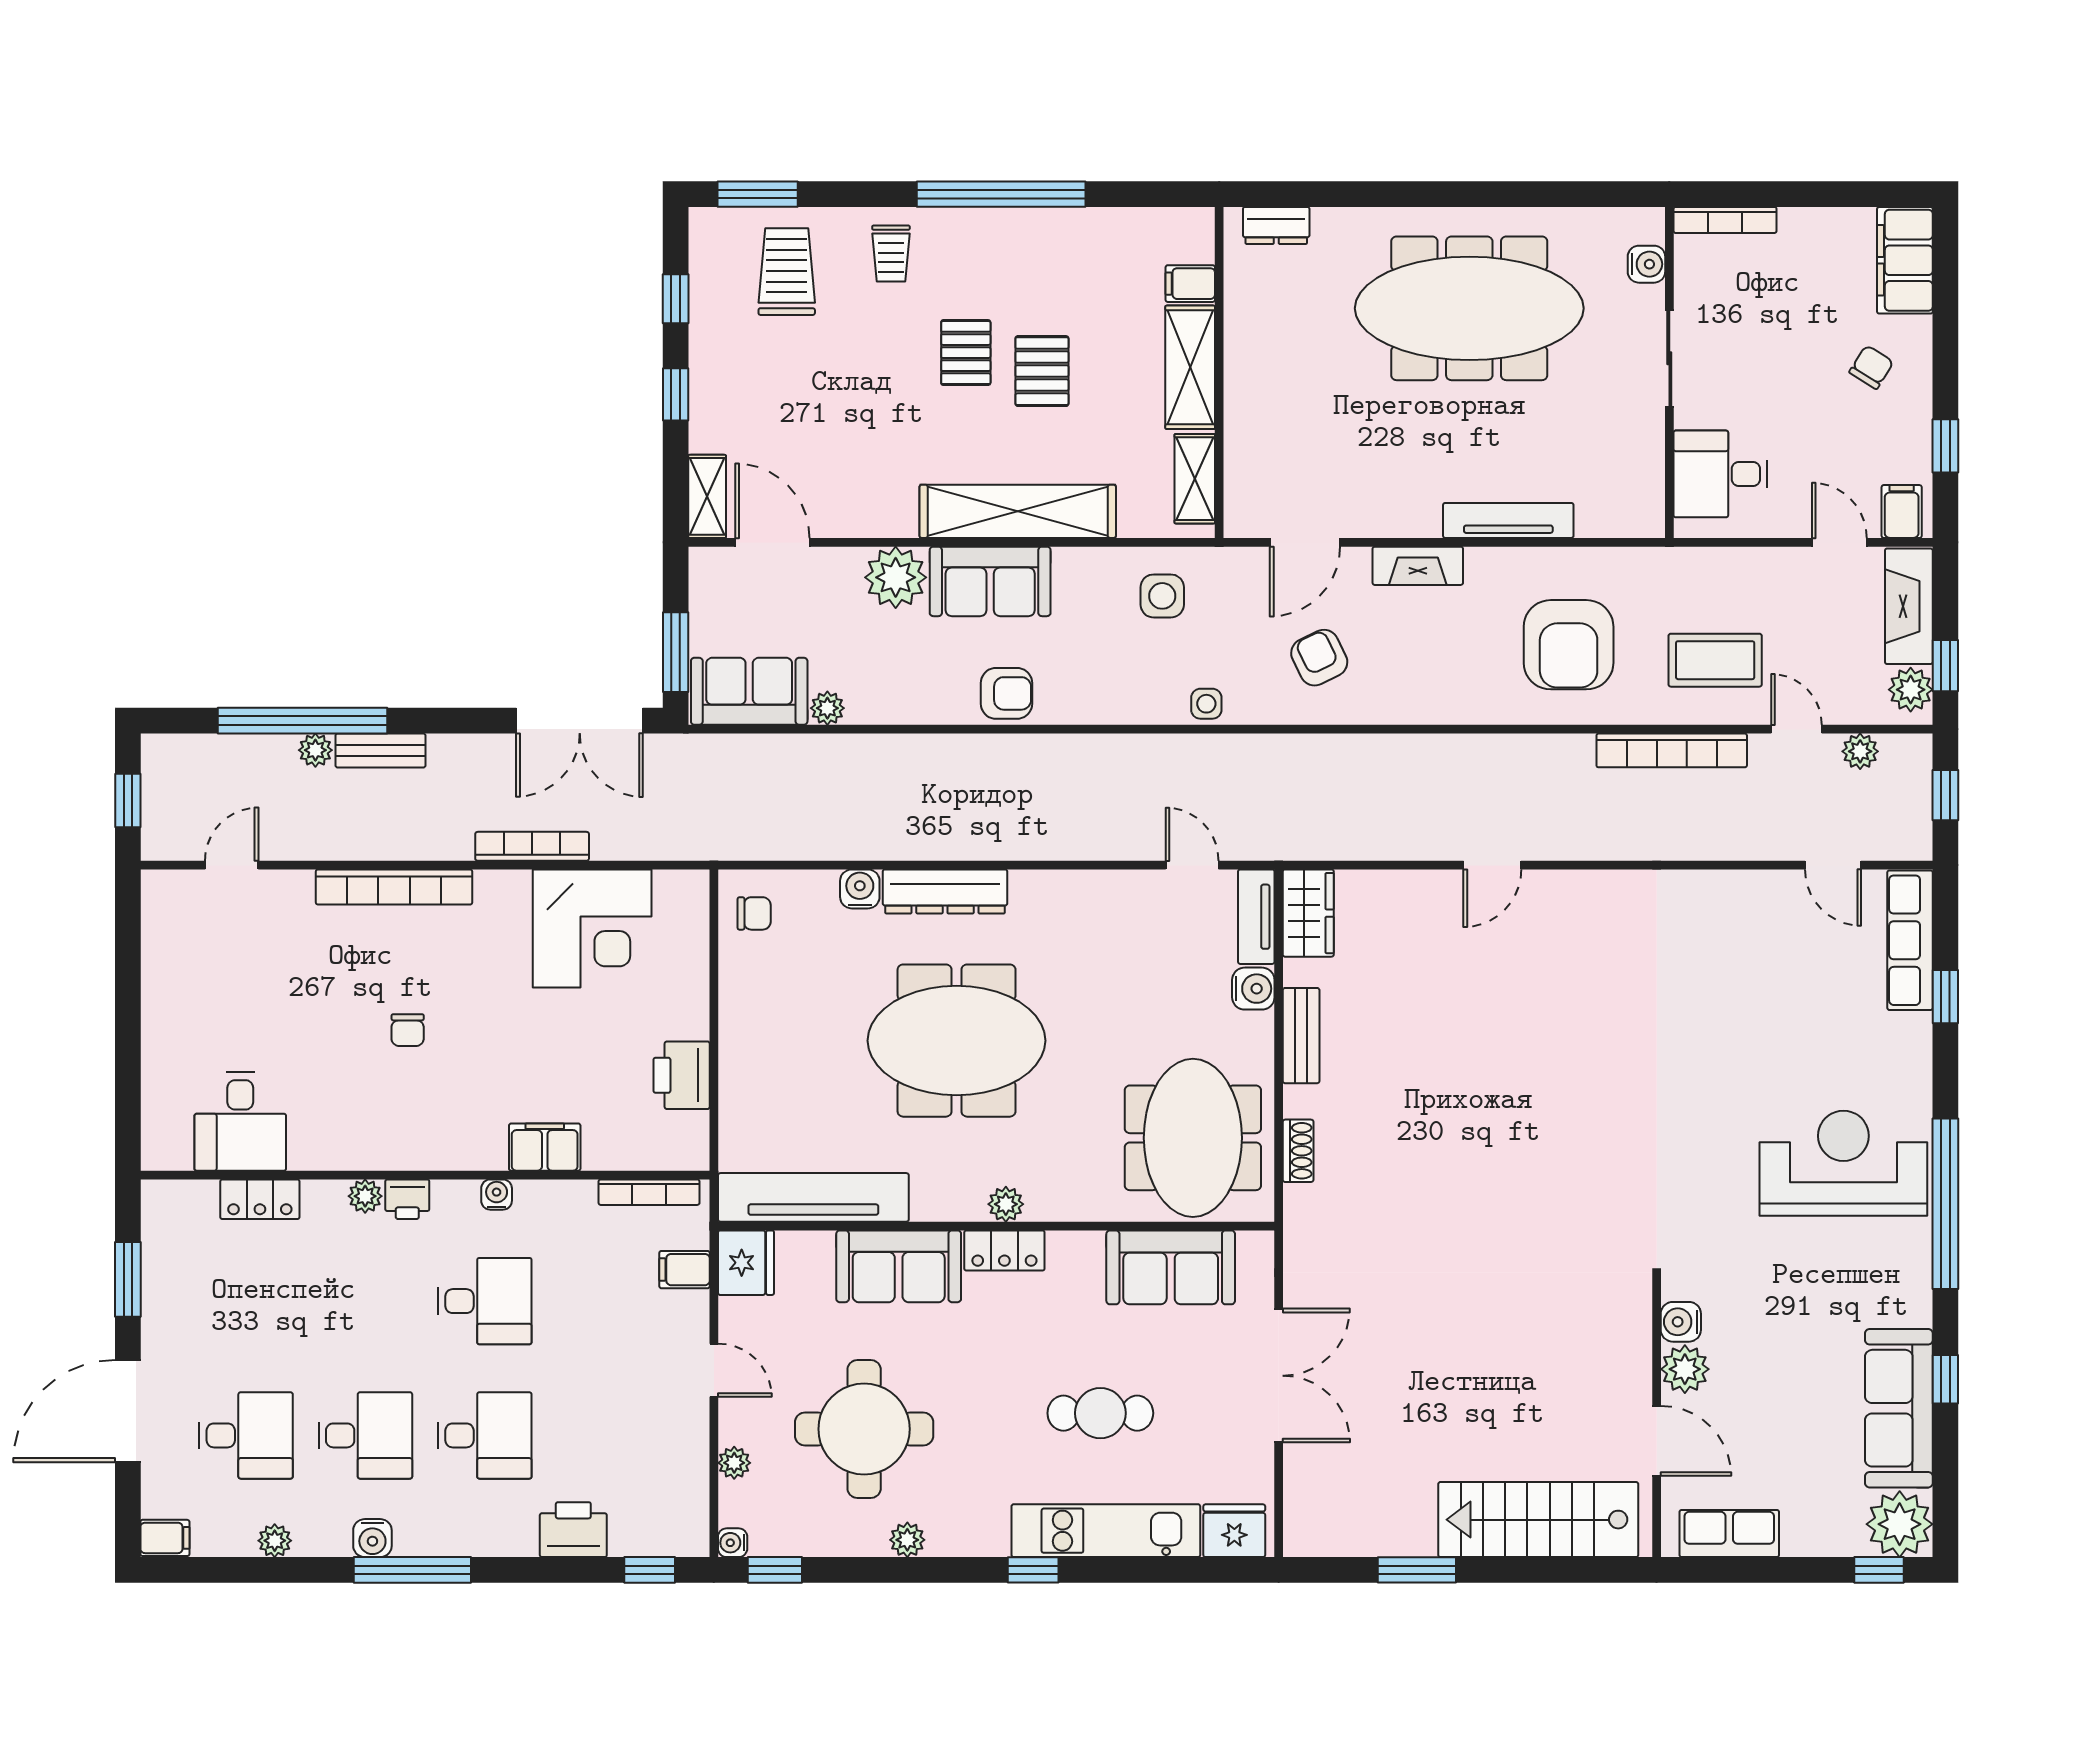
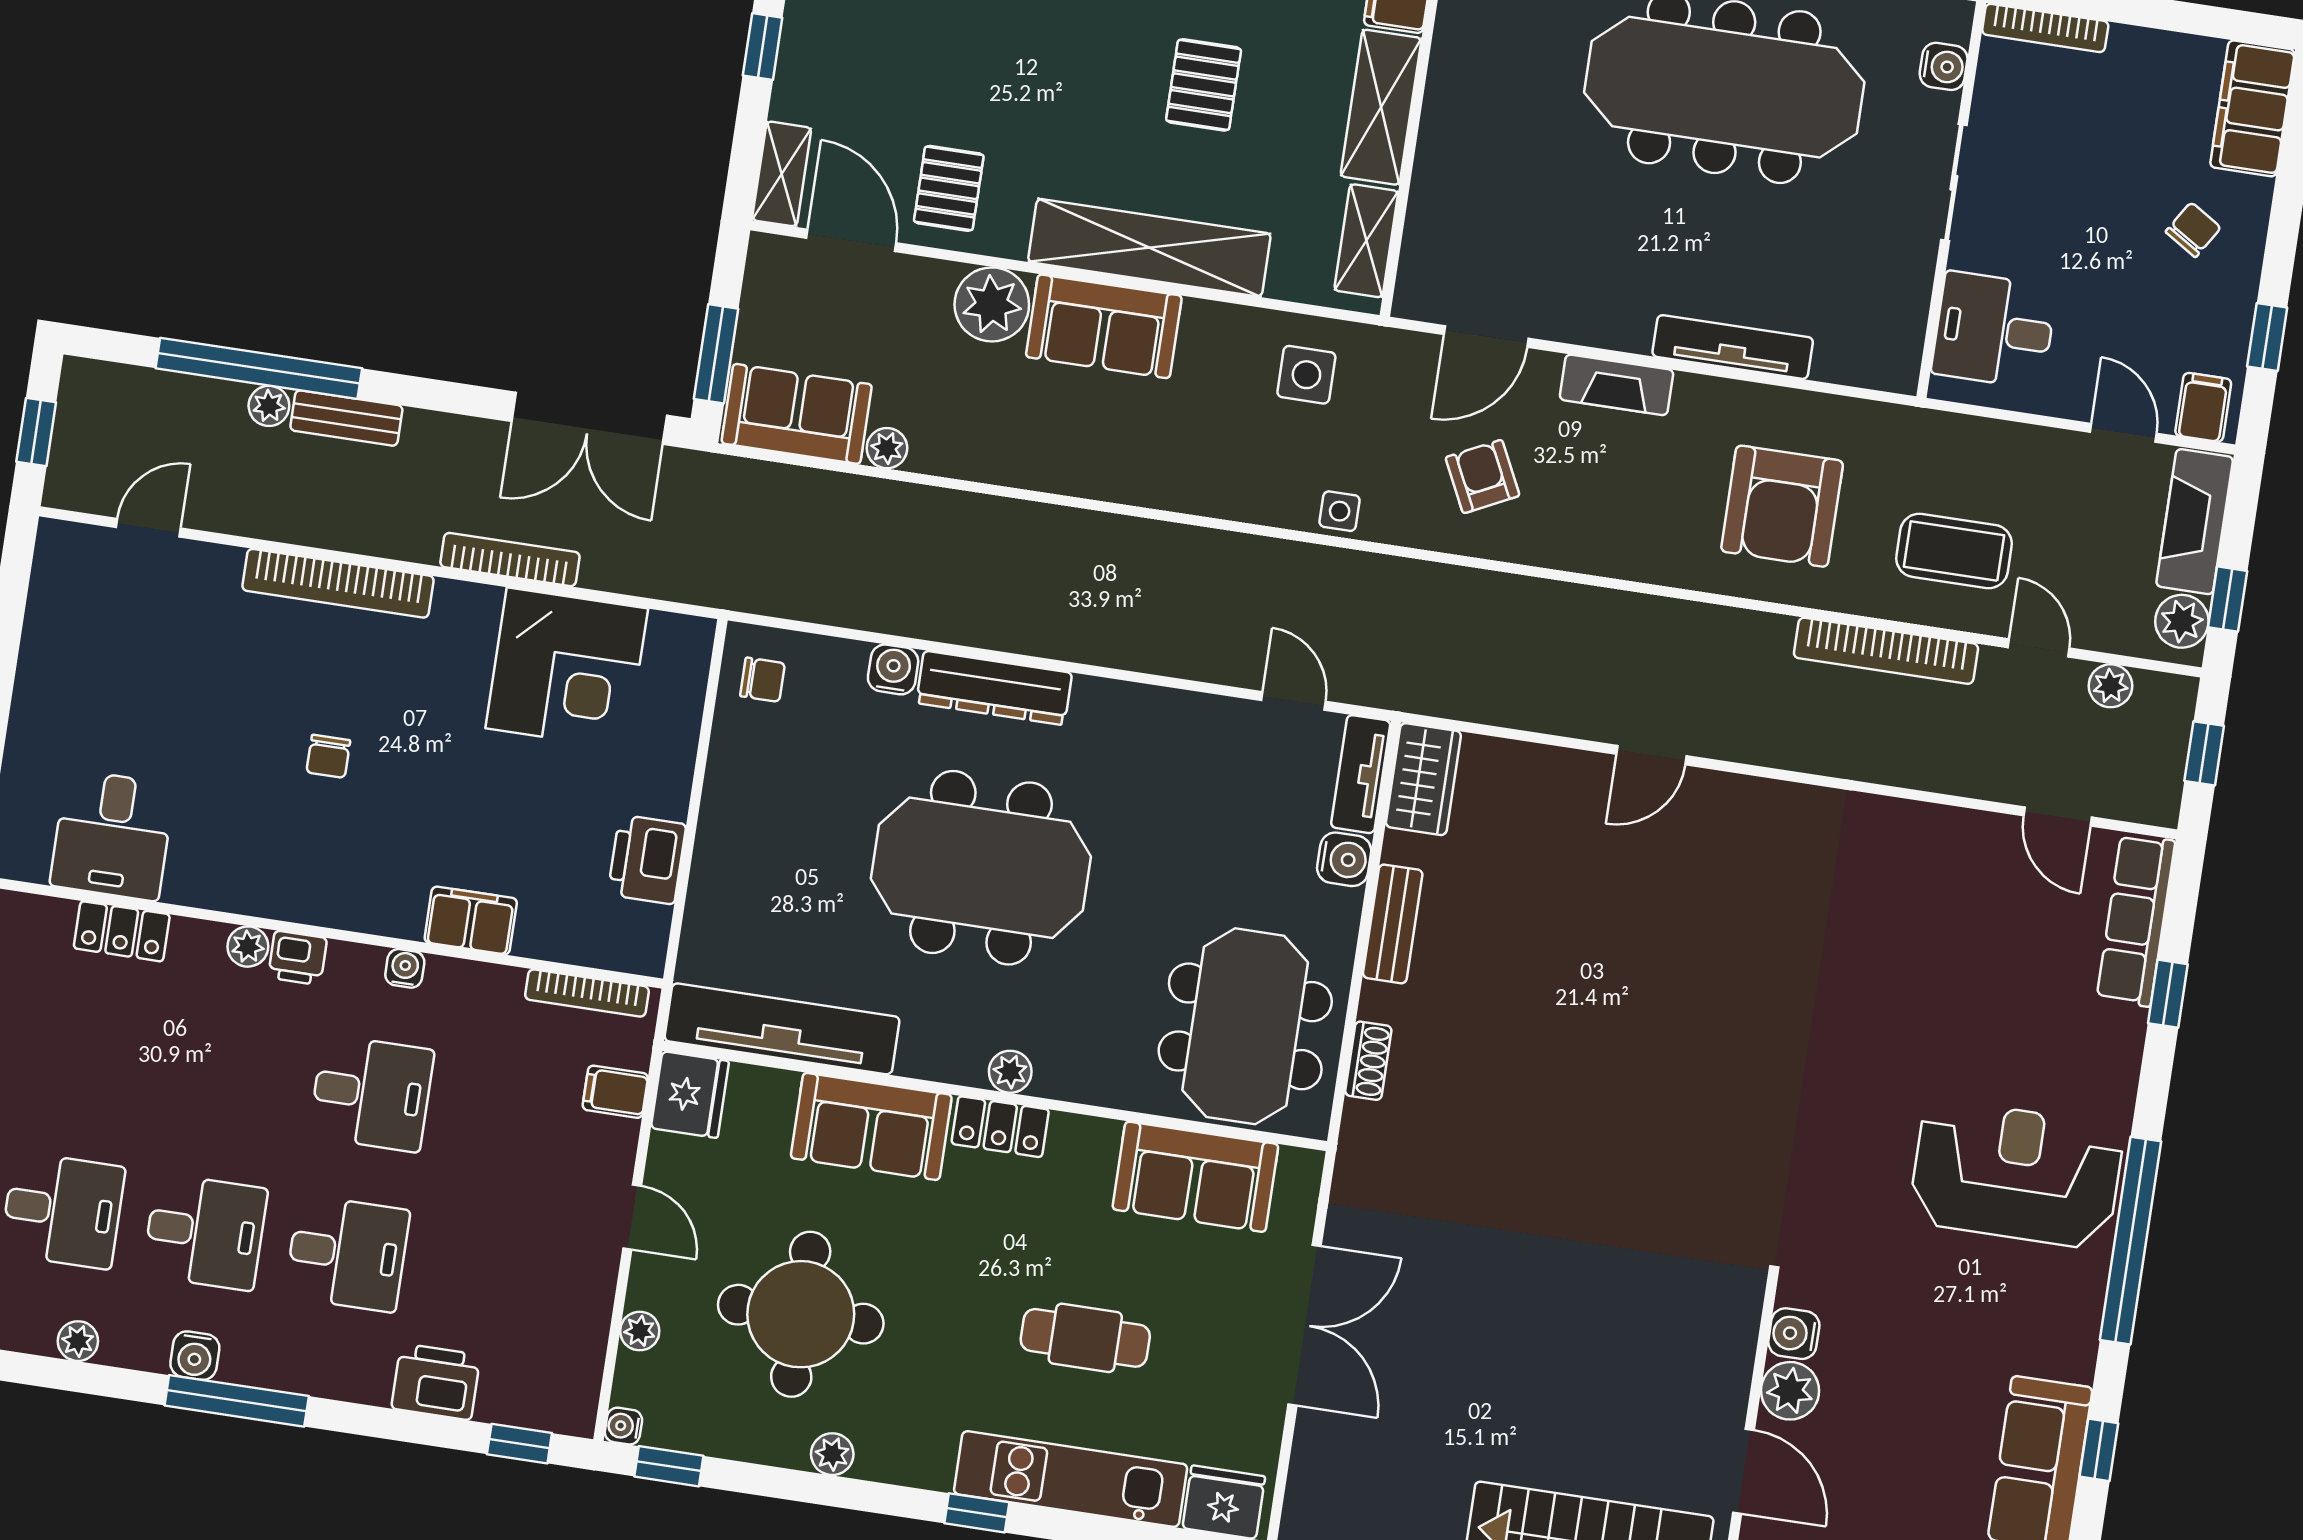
pallet: (966, 353) -> (949, 188), moved
armchair: (1006, 693) -> (1103, 463), removed

